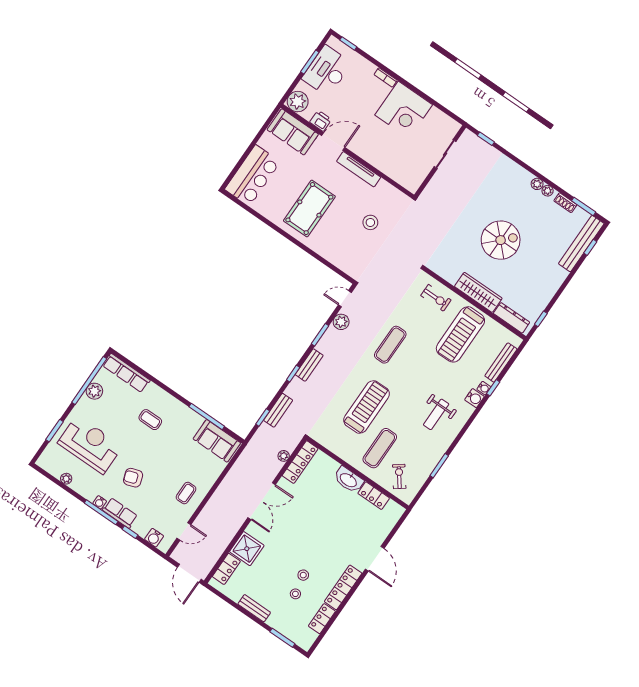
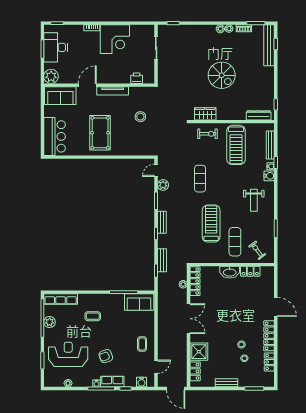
printer: (321, 121) -> (137, 78), moved
spiral stairs: (501, 240) -> (222, 75), turned 90
wardrobe: (478, 292) -> (205, 114), moved, width x0.67

